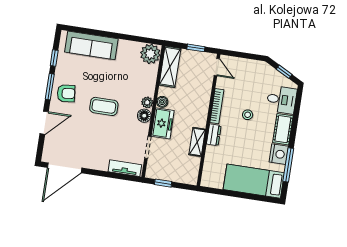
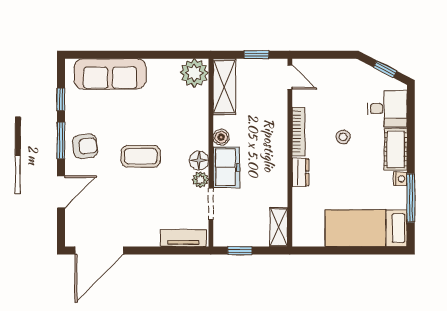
plant: (147, 102) -> (200, 180), moved
shelving: (197, 142) -> (279, 227), moved
nightstand: (279, 154) -> (400, 179), width x0.53, depth x0.56

